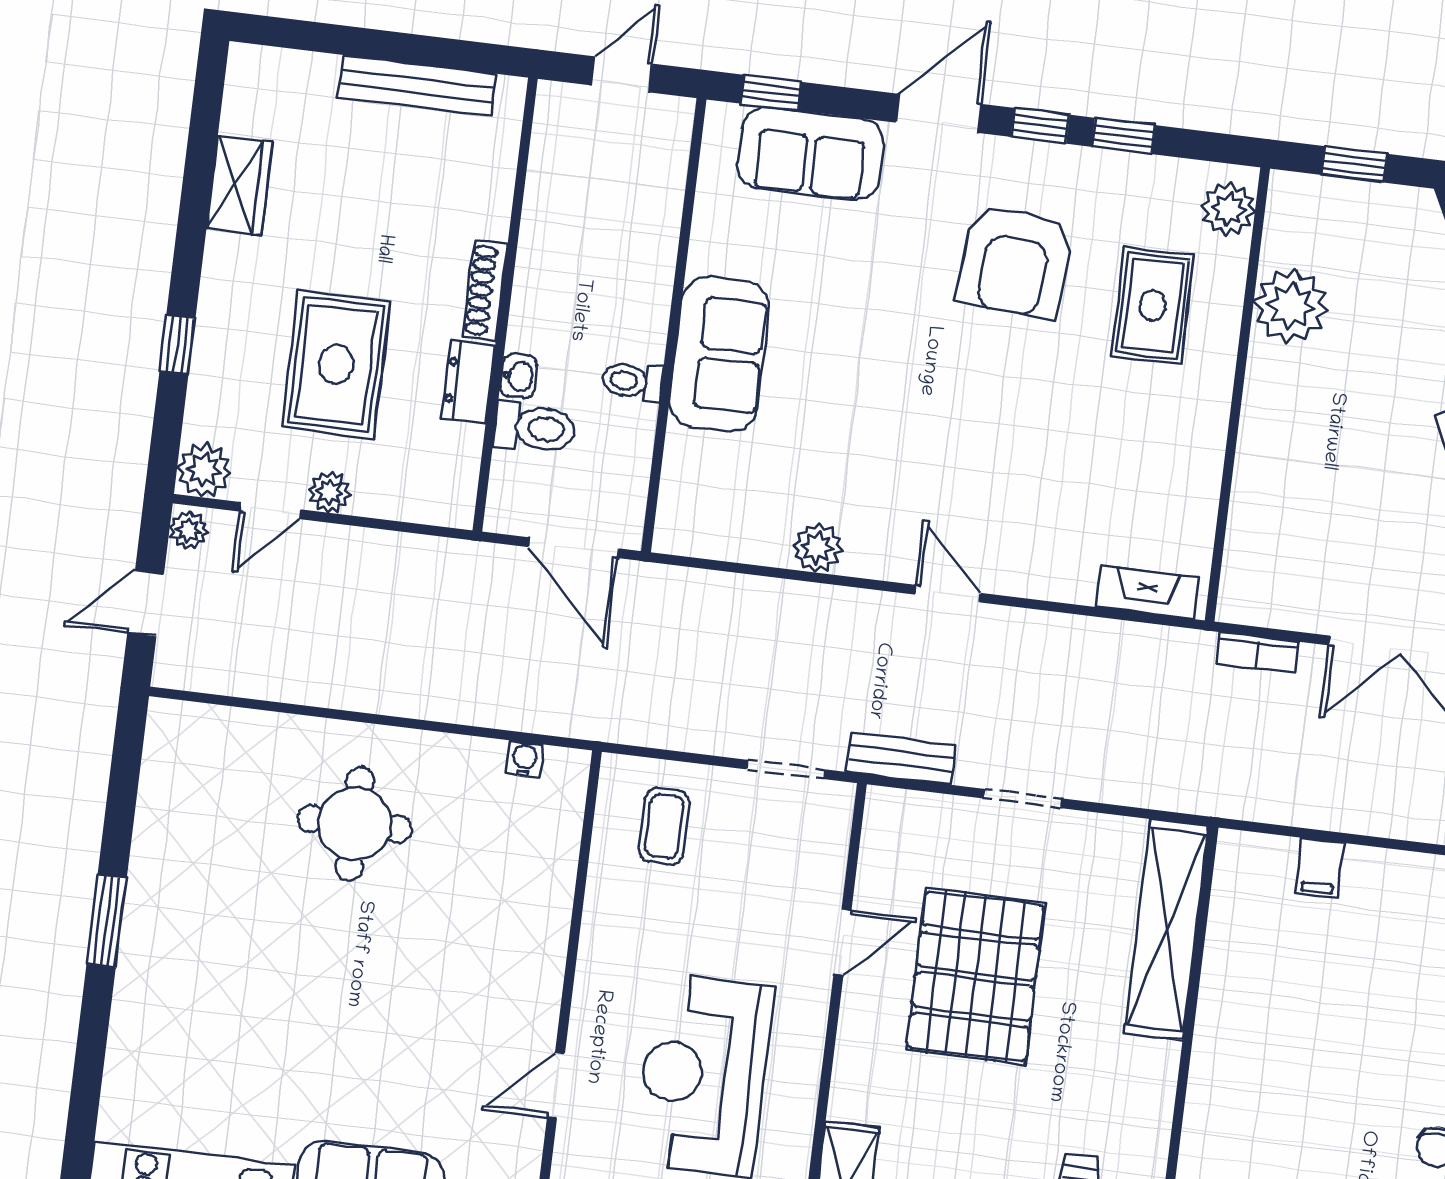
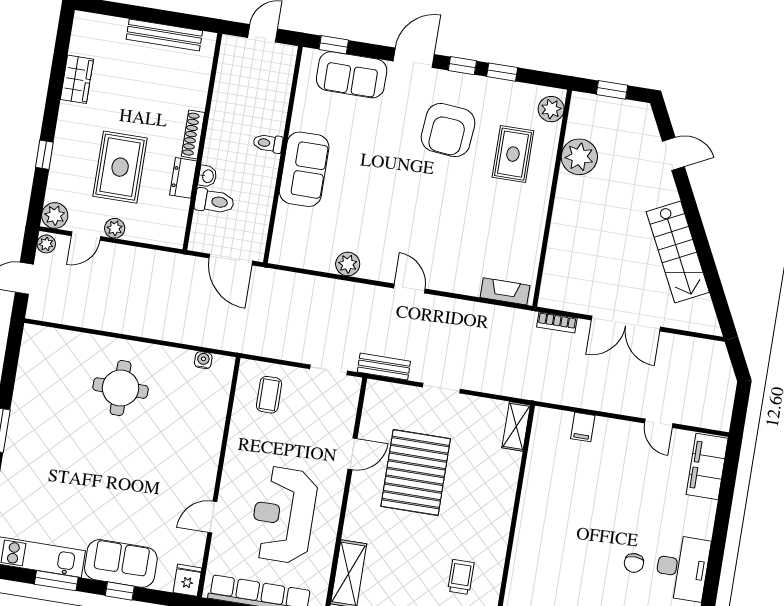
toilet: (632, 381) -> (268, 143), moved
shelving: (1167, 930) -> (516, 426), width x0.45, depth x0.75

